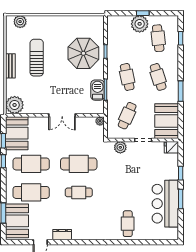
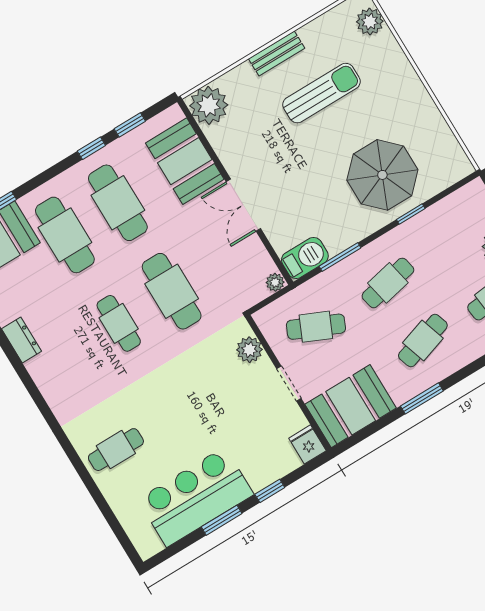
barbecue: (98, 90) -> (305, 258), moved
booth: (17, 133) -> (185, 161), moved, turned 90

